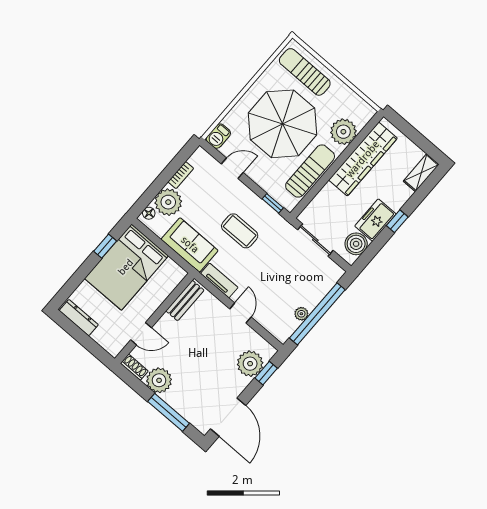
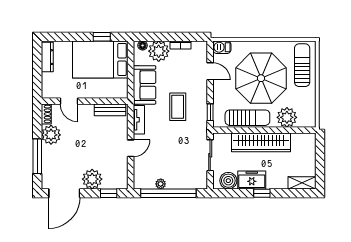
wardrobe: (363, 159) -> (261, 142), moved
plant: (250, 364) -> (92, 179), moved

